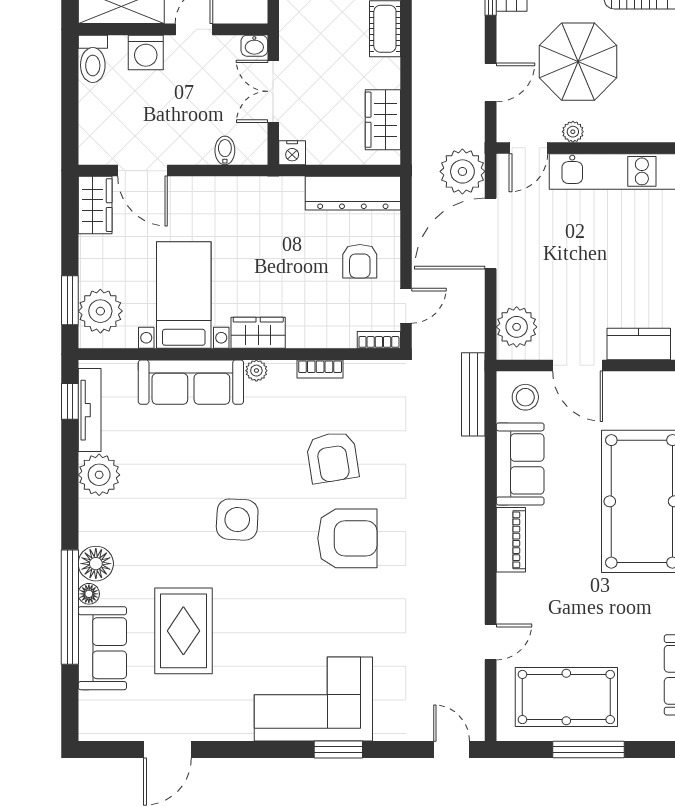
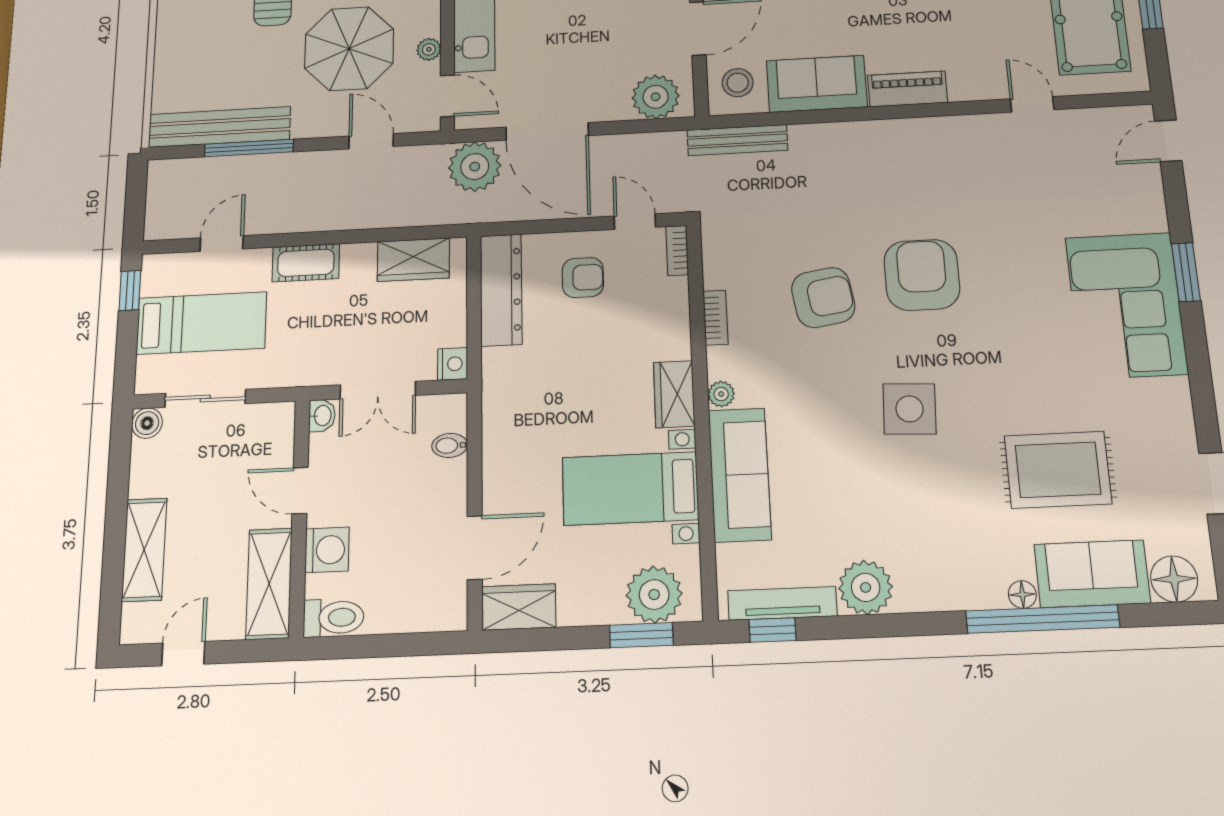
floor lamp: (96, 564) -> (1174, 579), moved

